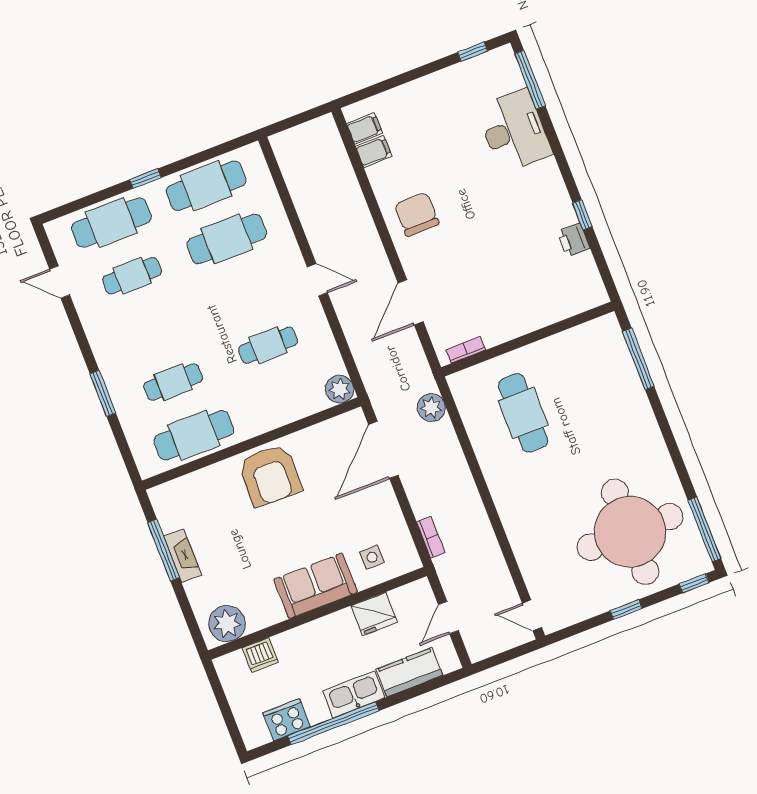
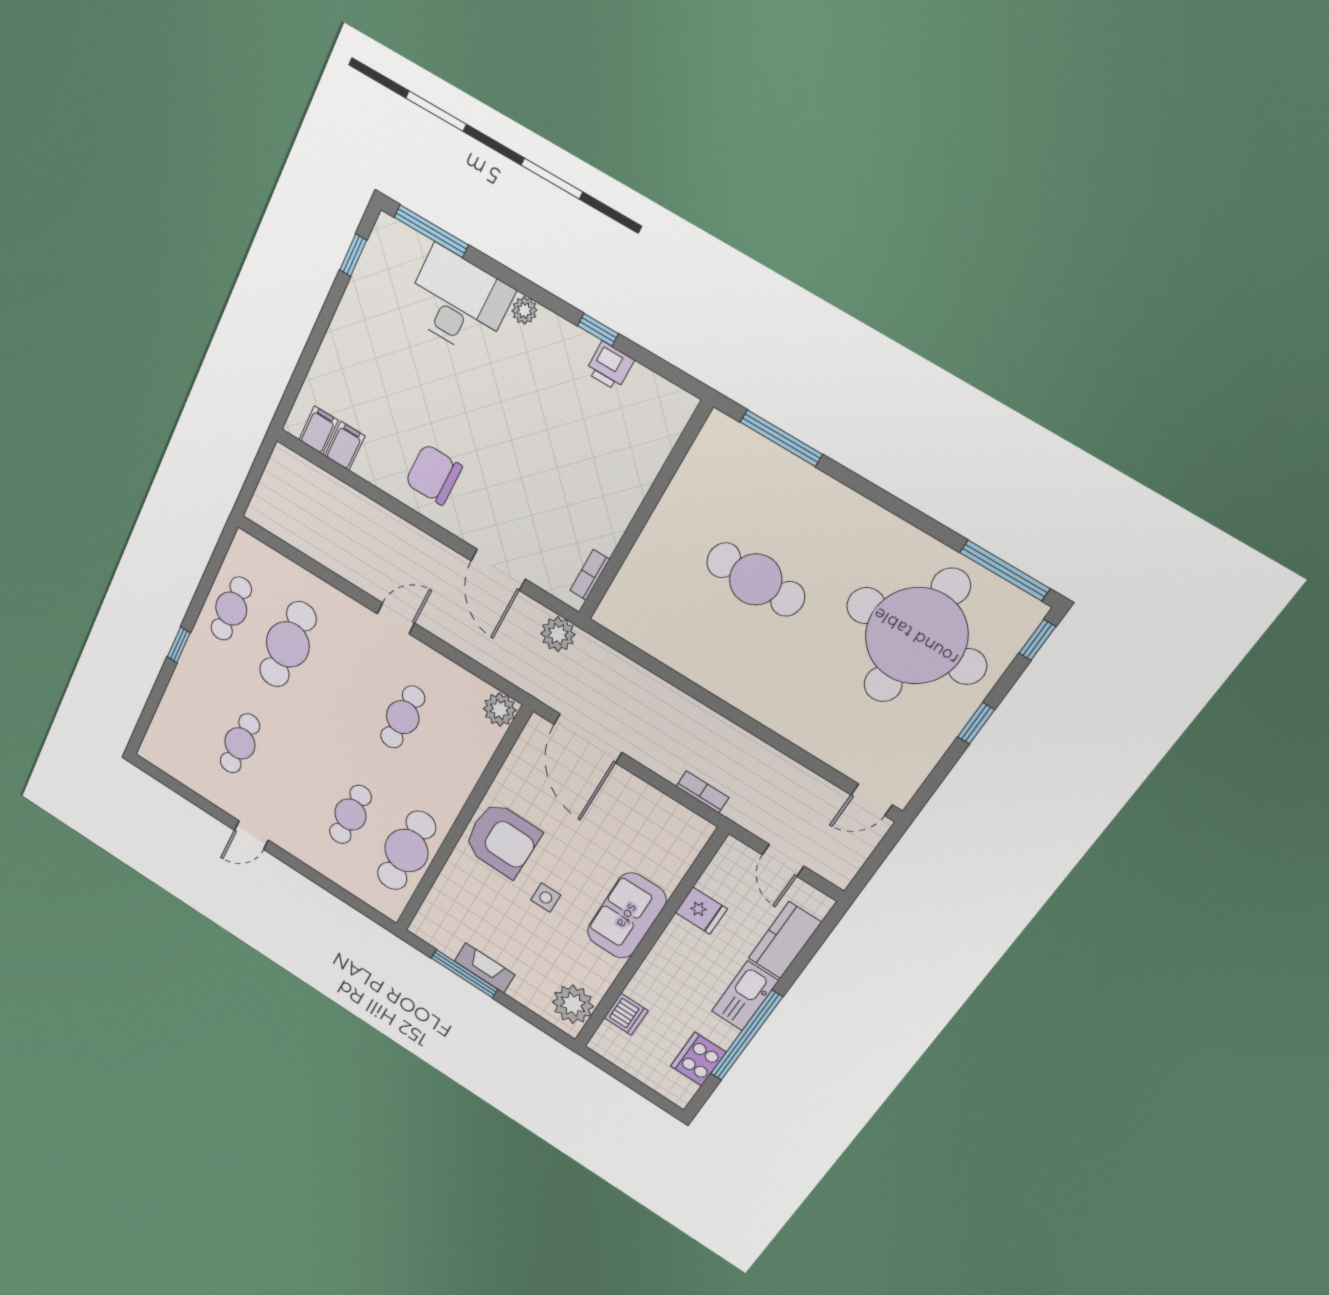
plant: (549, 169) -> (524, 310), added
cafe table: (206, 186) -> (231, 609), width x0.73, depth x0.74
cafe table: (111, 223) -> (185, 708), removed
door: (60, 282) -> (251, 835), moved
window: (103, 393) -> (303, 868), removed
plant: (431, 408) -> (558, 634), moved
cafe table: (523, 413) -> (756, 579), moved
side table: (372, 557) -> (546, 898), moved
fridge: (374, 614) -> (701, 911), width x0.72

